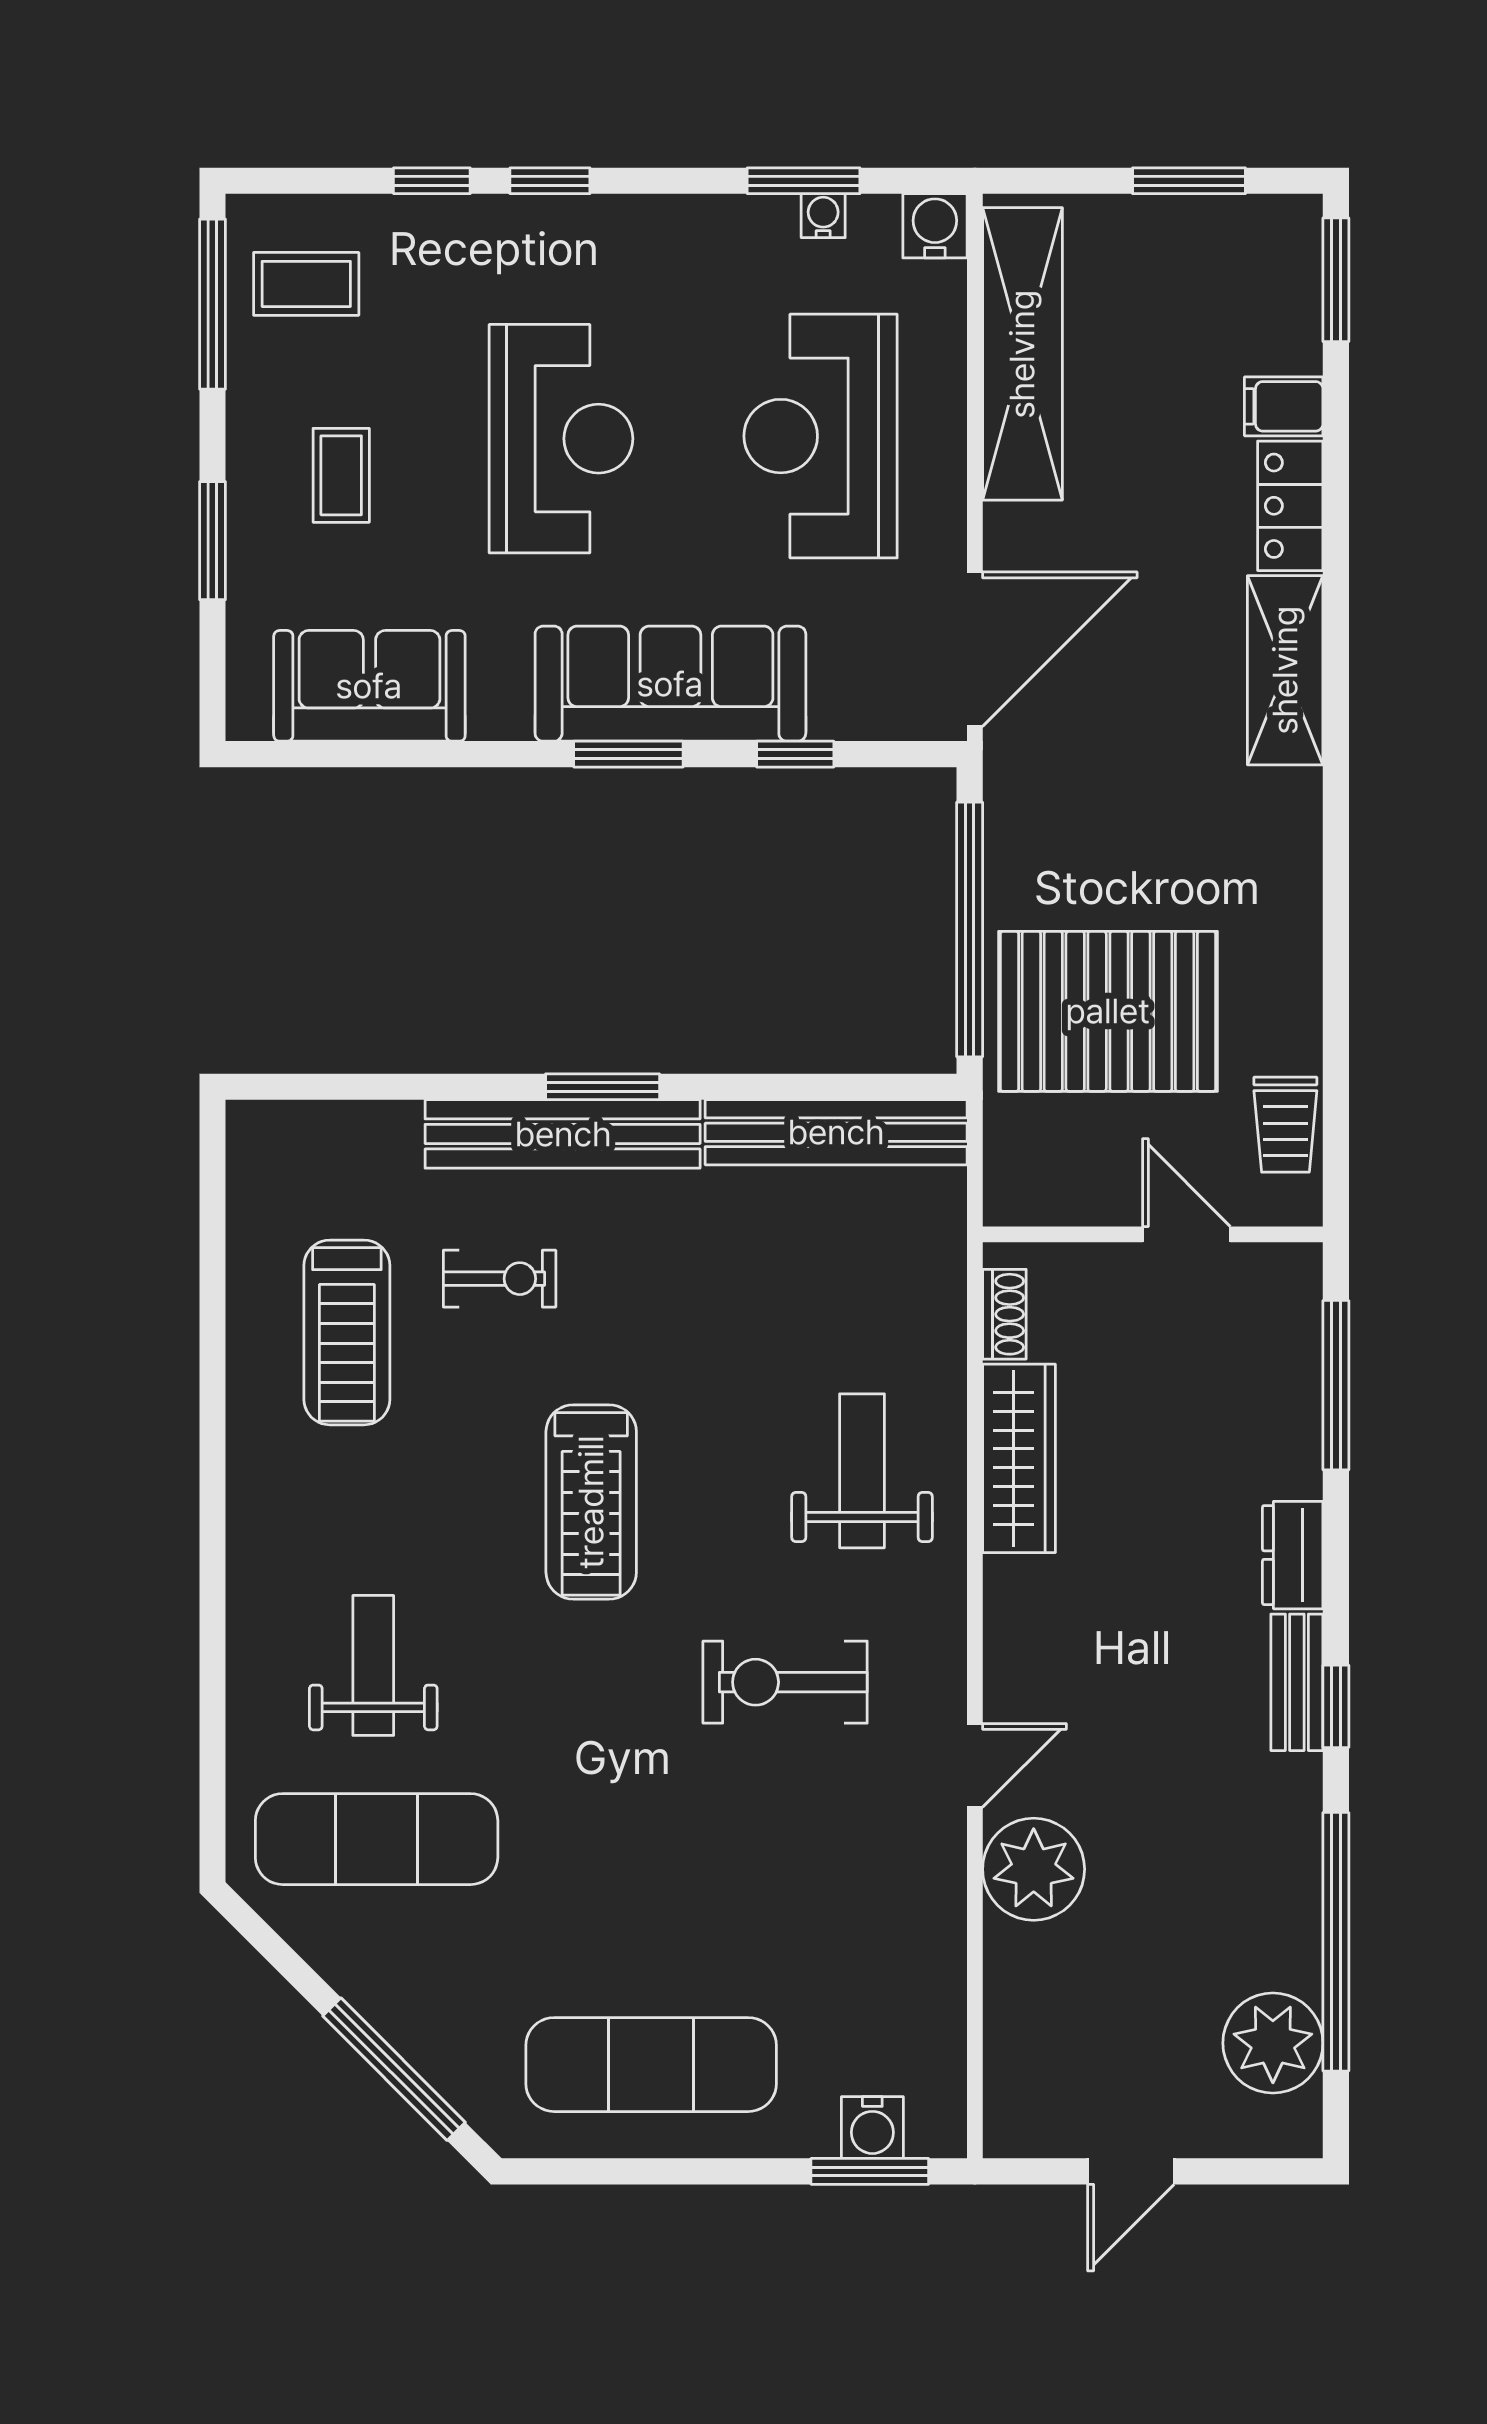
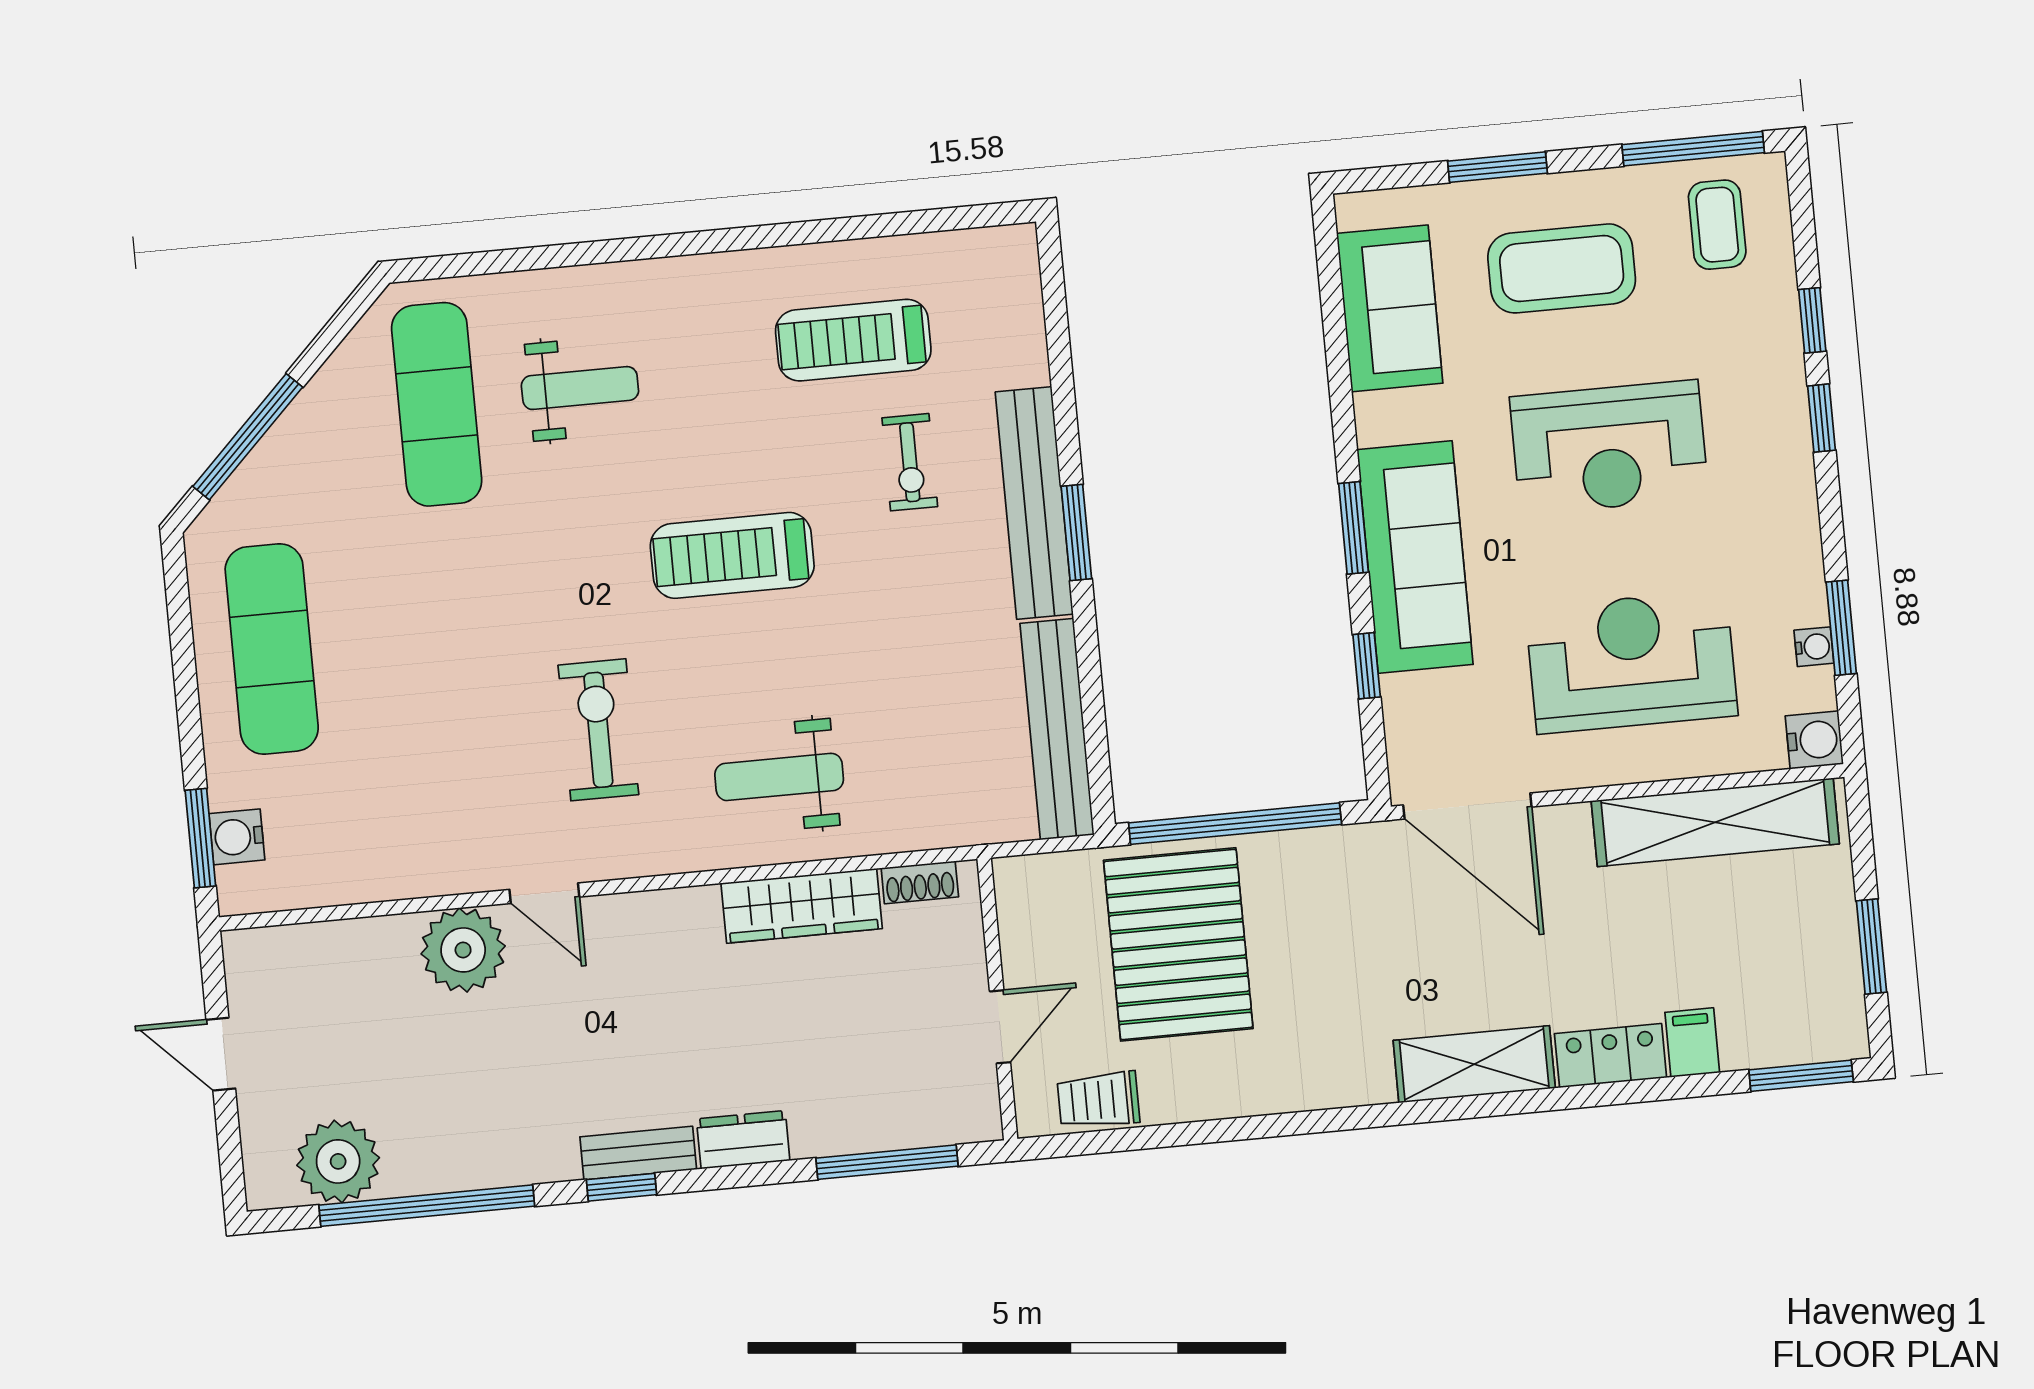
coffee table: (341, 475) -> (1562, 268), width x1.86, depth x1.72
weight bench: (862, 1471) -> (779, 777), turned 180

